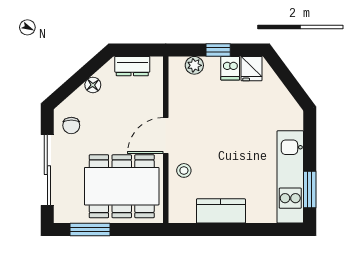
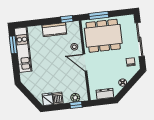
window: (218, 50) -> (76, 105), moved
door: (166, 136) -> (85, 62), swing flipped
window: (90, 229) -> (99, 15), moved
window: (193, 229) -> (67, 19), added

